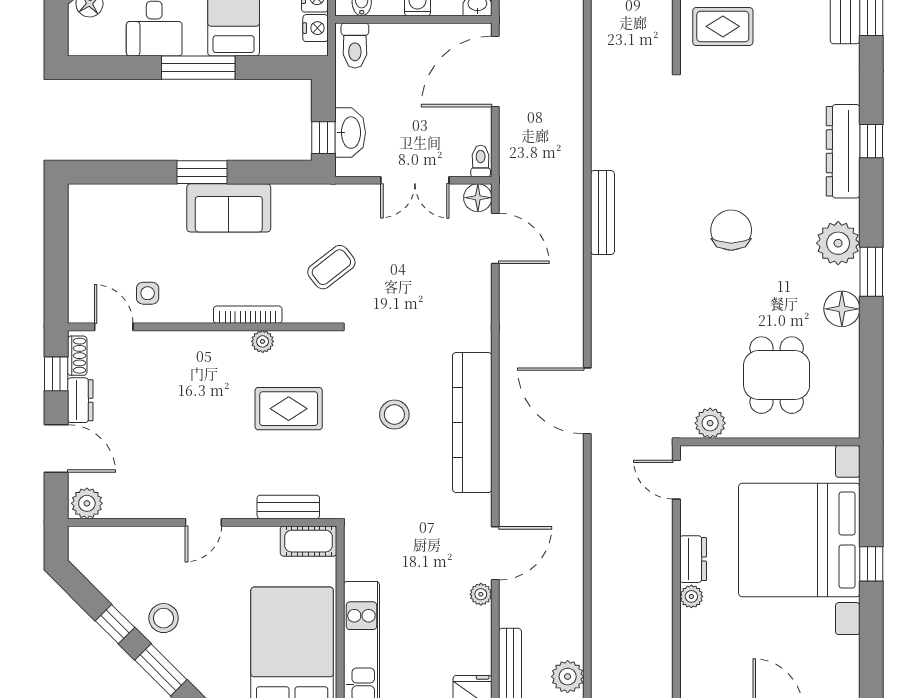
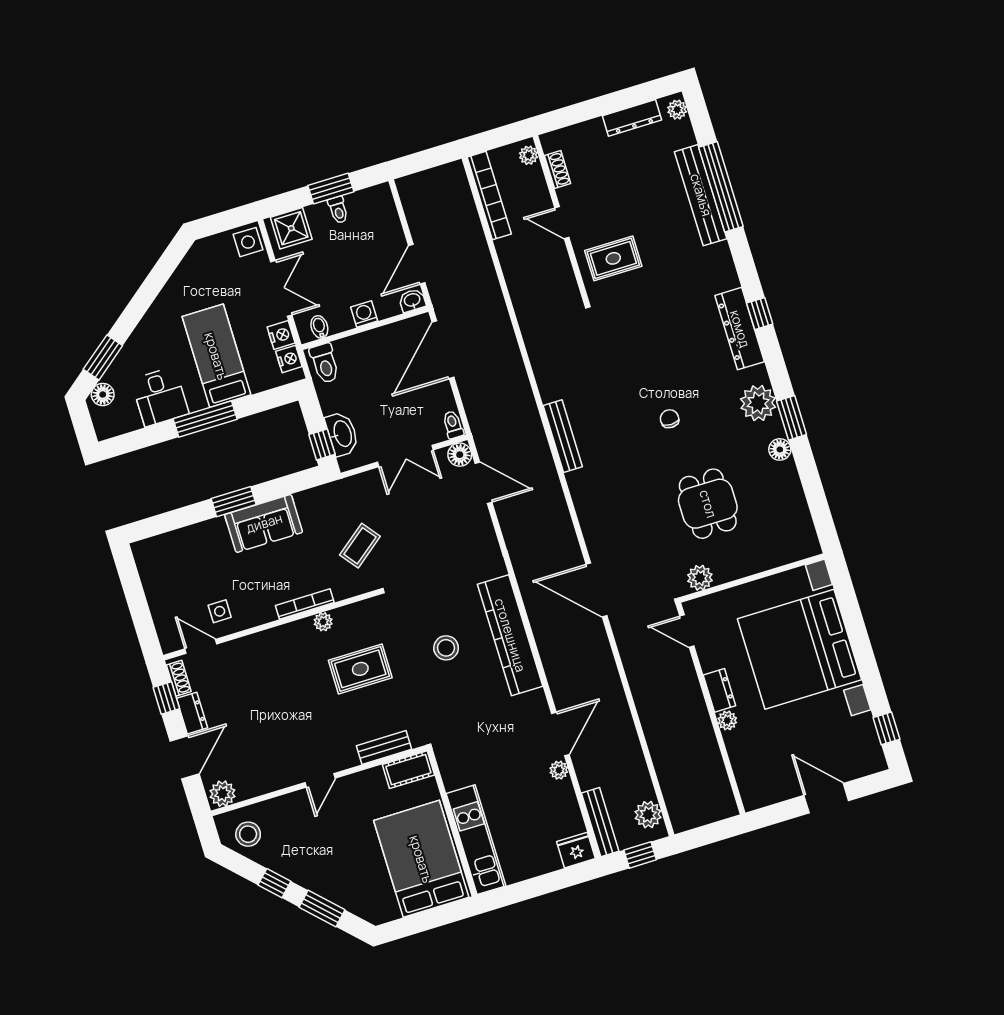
chair: (731, 230) -> (670, 419), width x0.54, depth x0.54
floor lamp: (842, 309) -> (780, 449), width x0.73, depth x0.73
dining table: (777, 375) -> (708, 504), moved
door: (56, 448) -> (185, 757), hinge flipped
window: (871, 564) -> (886, 728), moved
stool: (164, 618) -> (248, 834), moved

